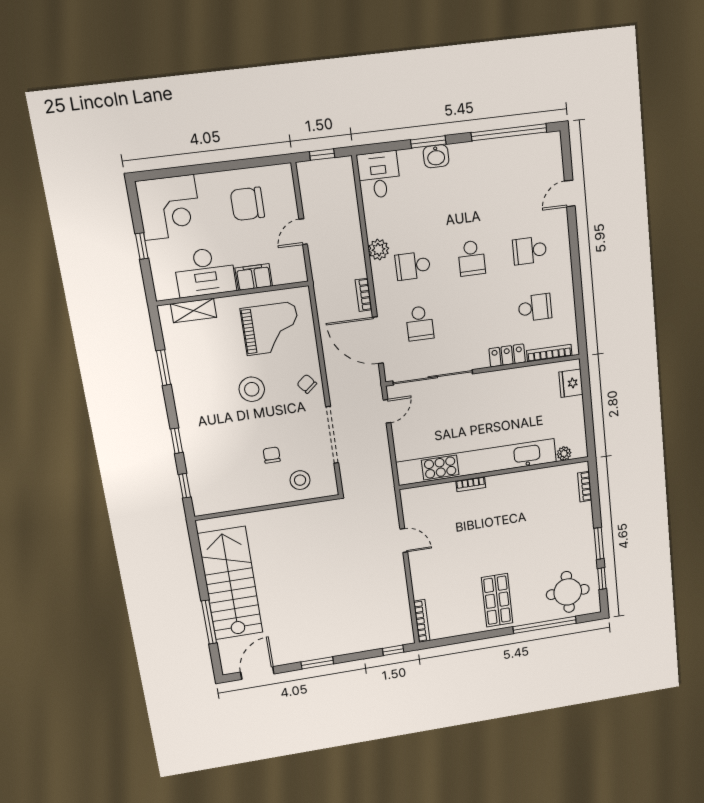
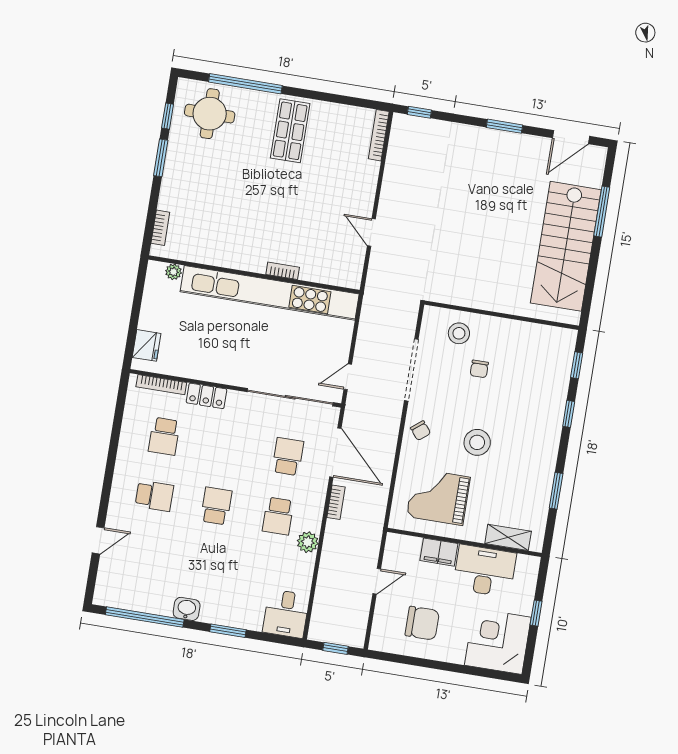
washbasin: (436, 156) -> (187, 609), moved
school desk: (413, 266) -> (278, 516), turned 90
school desk: (535, 308) -> (164, 436), turned -90

